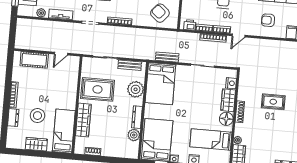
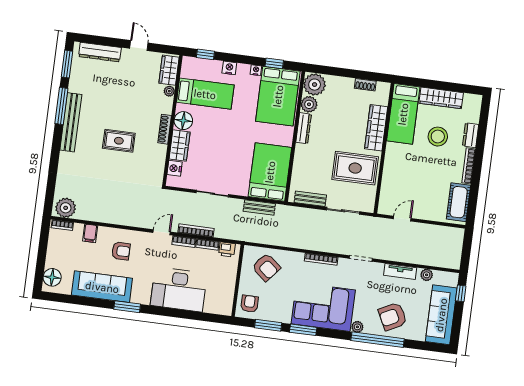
cot: (34, 60) -> (459, 202), moved, turned 90
plant: (136, 89) -> (315, 85), moved
wardrobe: (36, 144) -> (441, 98), width x1.50

